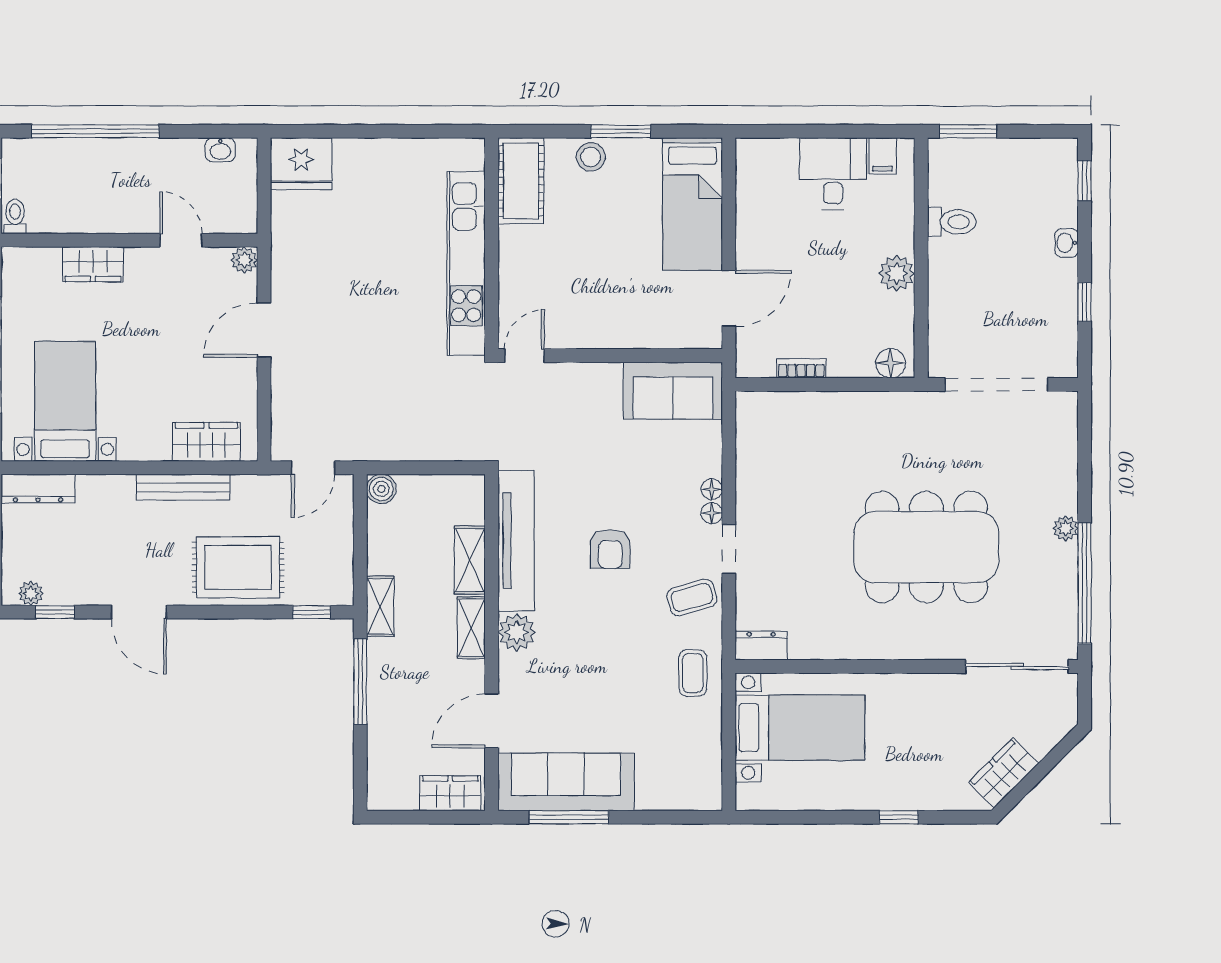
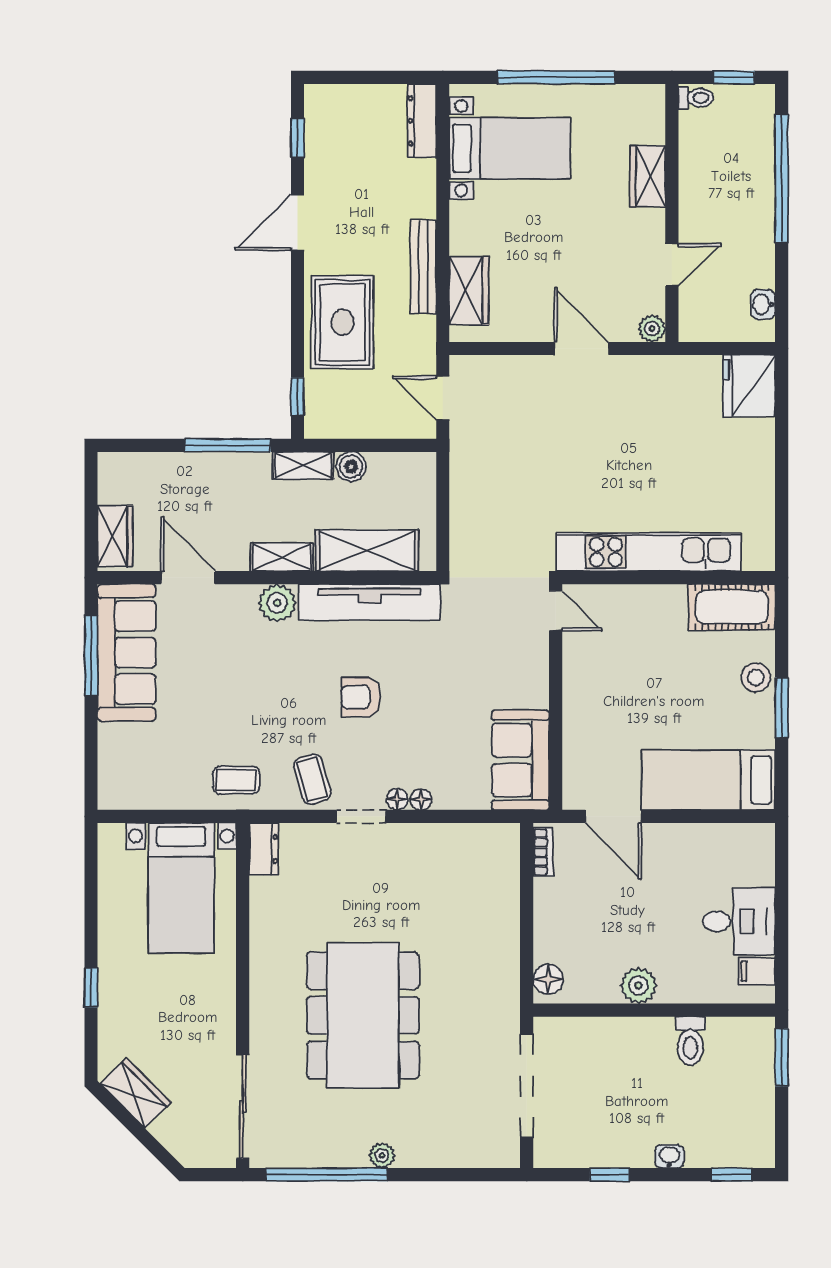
bookcase: (801, 368) -> (543, 852), moved
boiler: (381, 489) -> (351, 467), moved
shelving: (470, 560) -> (367, 550), width x1.50, depth x1.33
plant: (31, 593) -> (316, 114), removed

